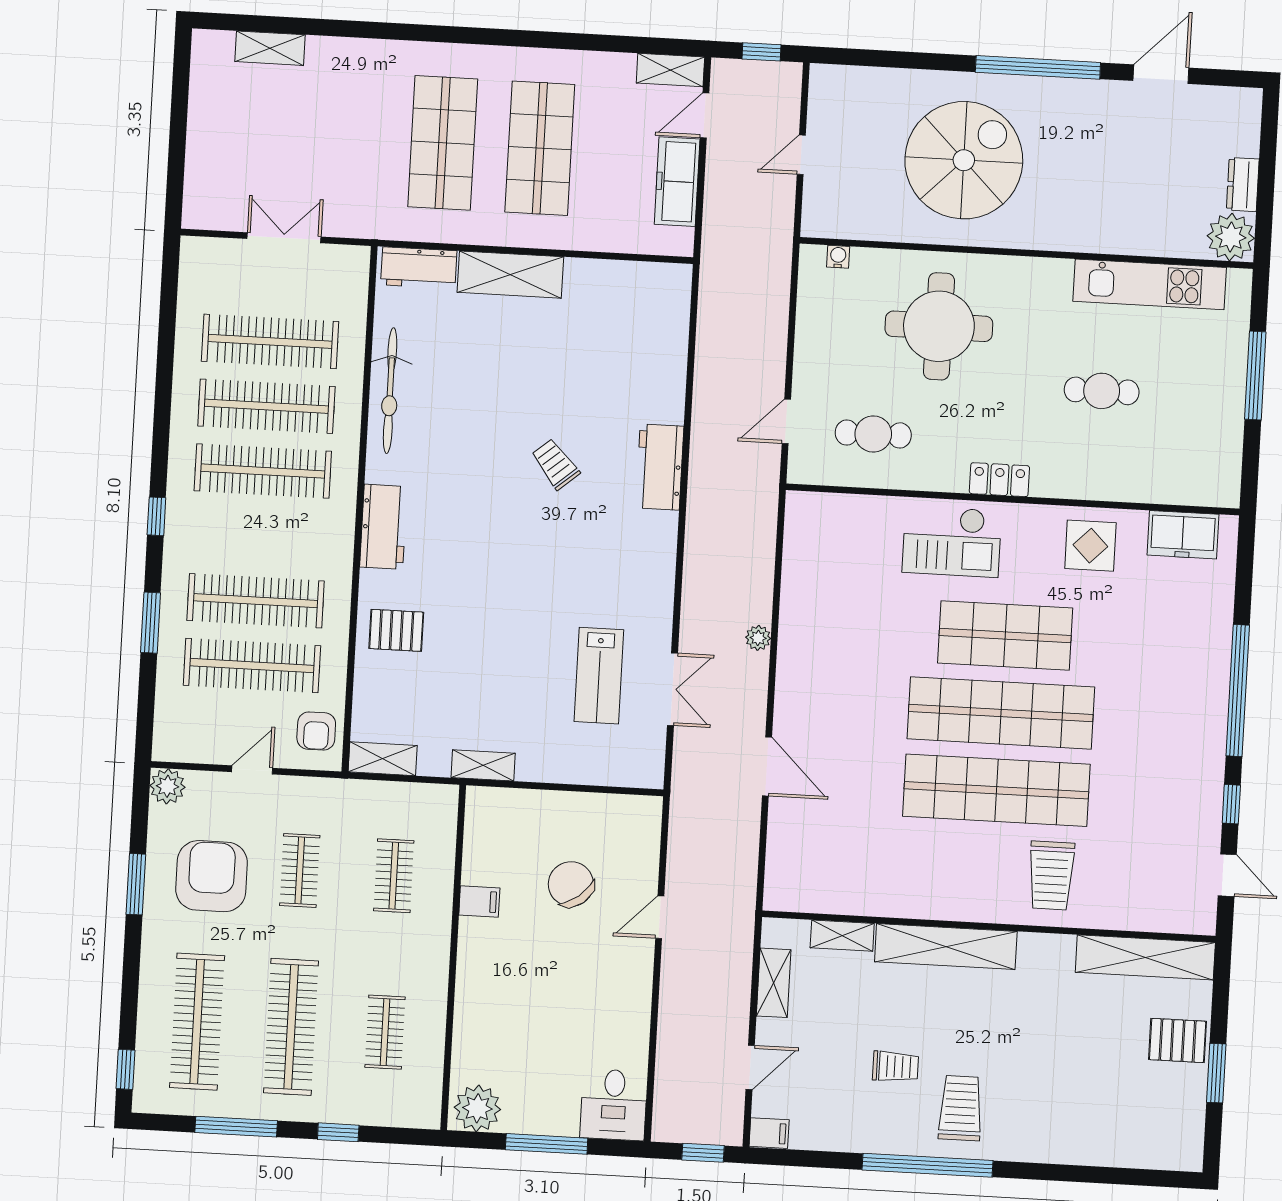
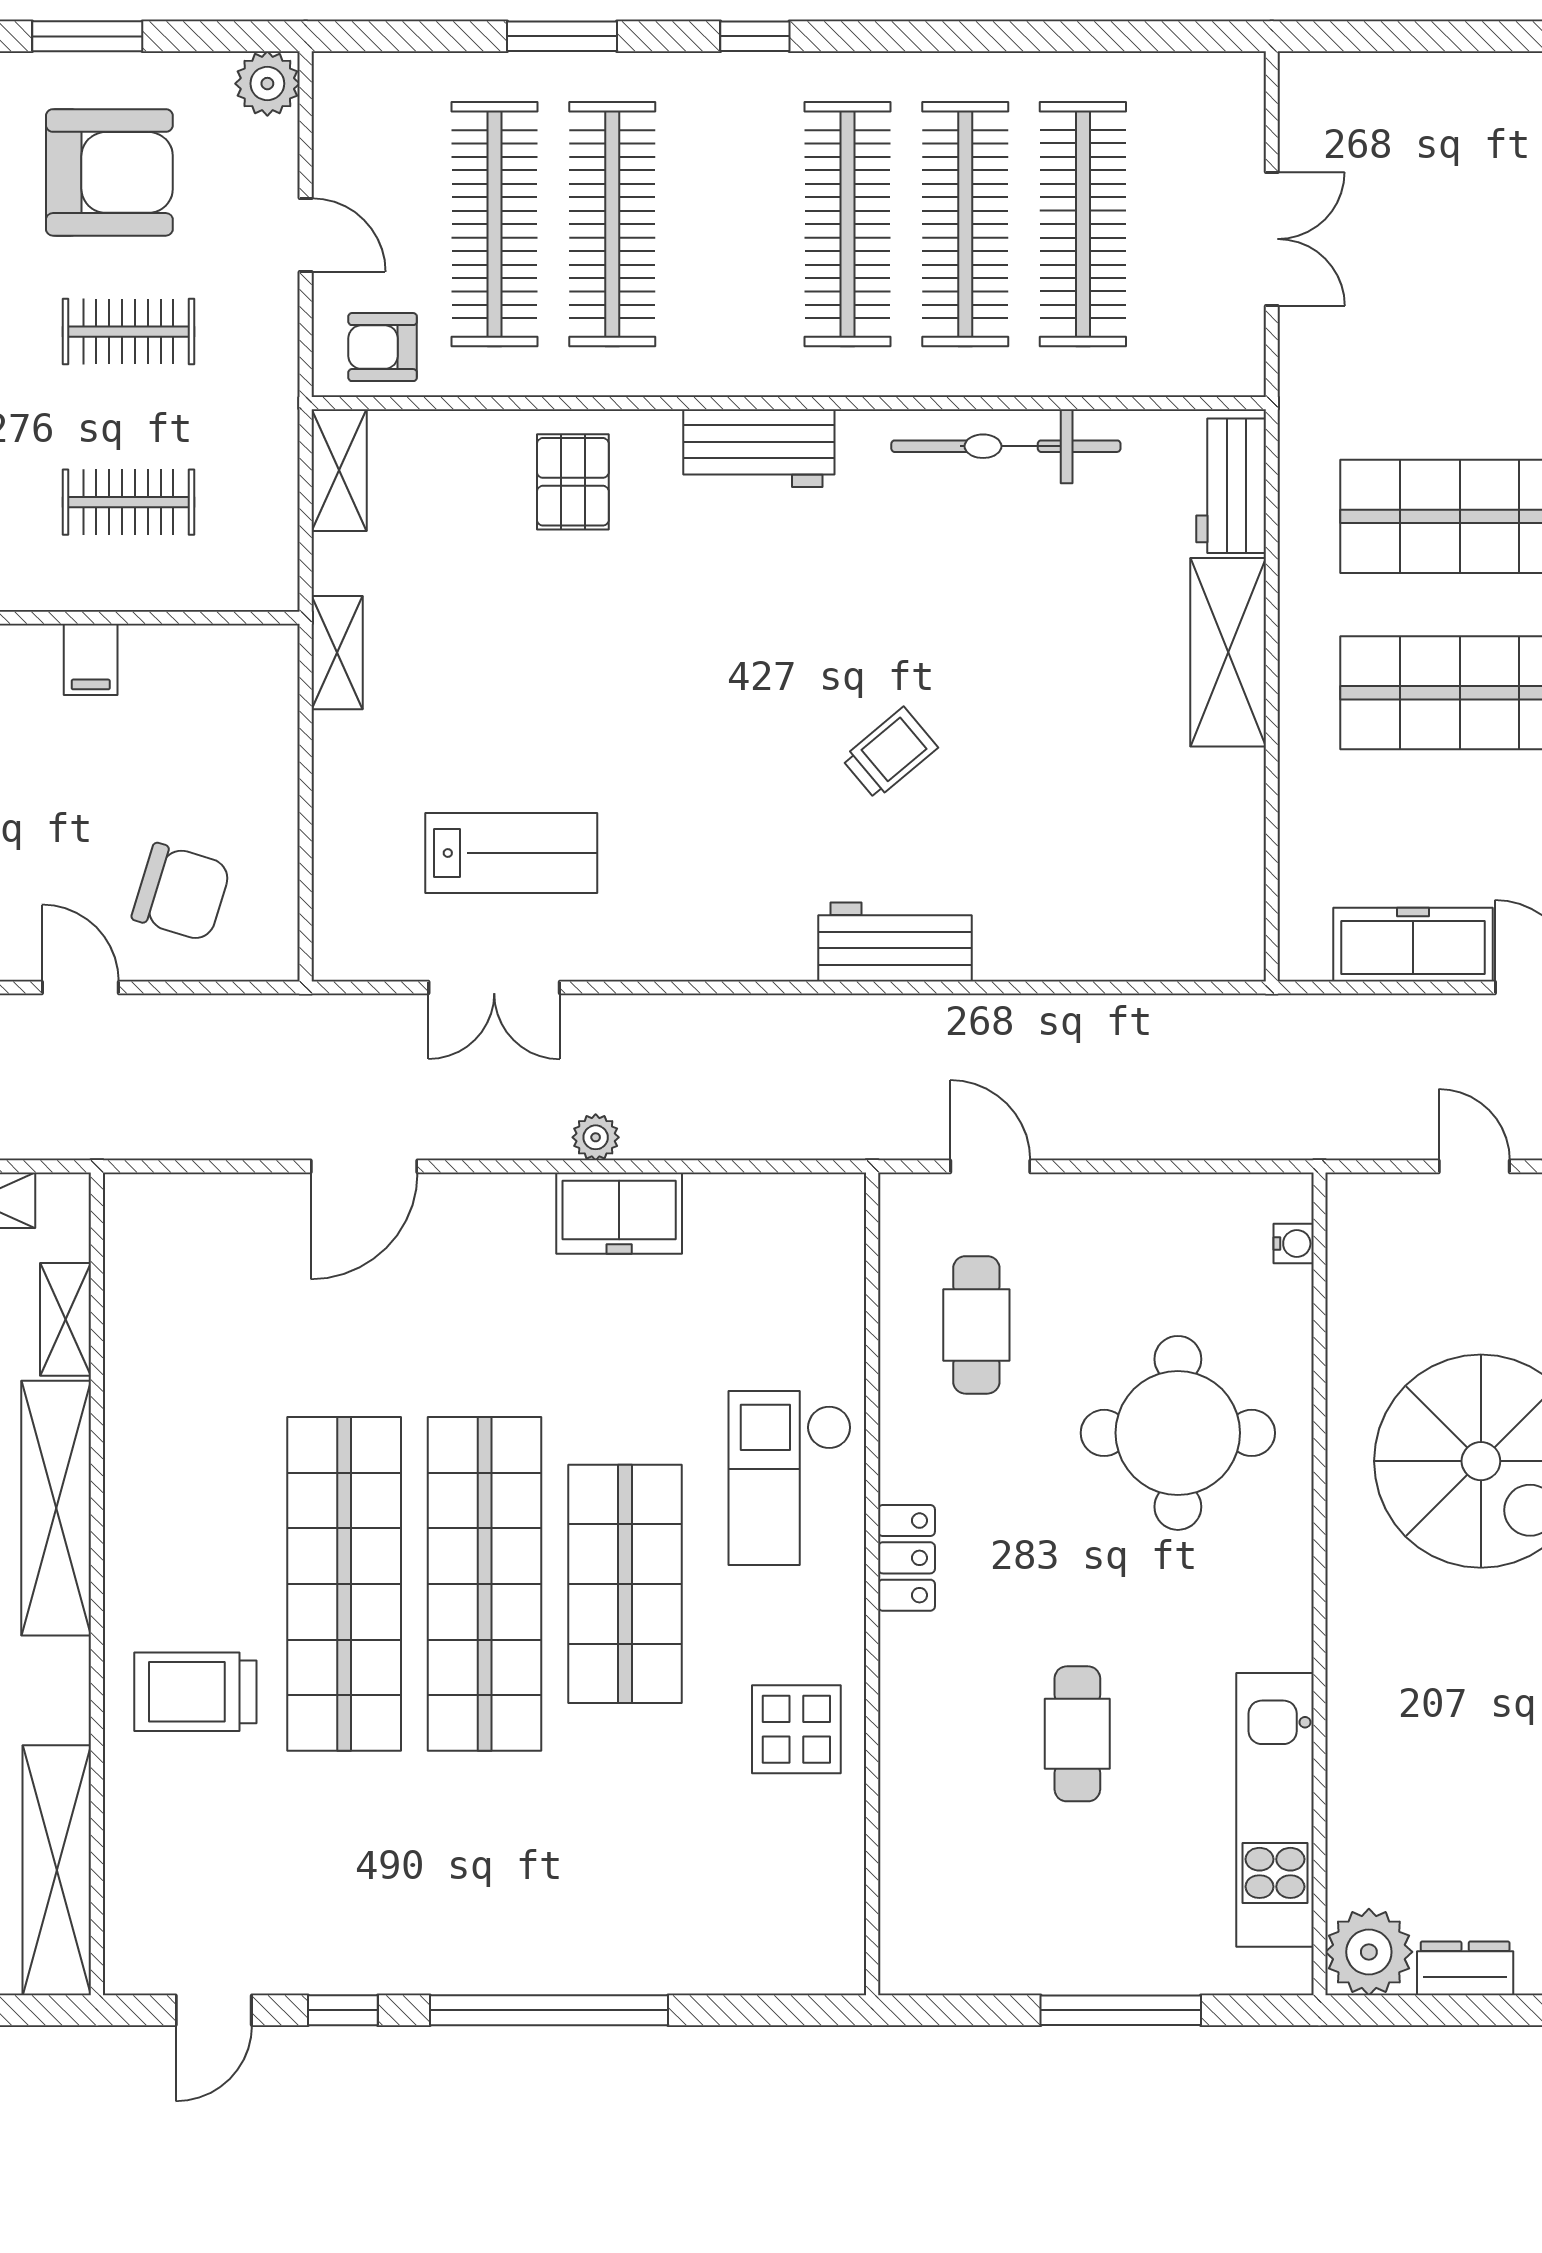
freezer: (1183, 535) -> (619, 1213), moved, turned -90
lab bench: (599, 676) -> (511, 853), turned 180
chair: (571, 884) -> (181, 892), moved, turned 55

